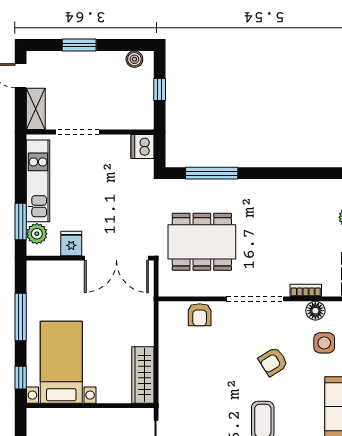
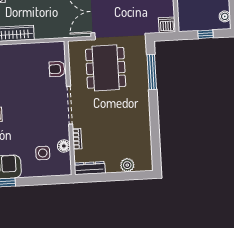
armchair: (273, 362) -> (28, 120), removed

